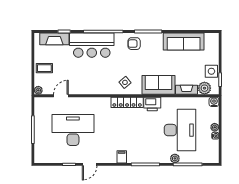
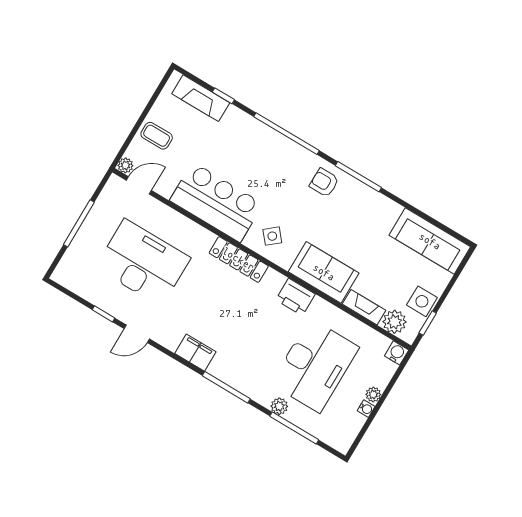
sofa: (184, 41) -> (430, 241), moved
bar counter: (92, 45) -> (216, 202), moved, turned 180
door: (61, 96) -> (139, 185), moved
locker: (127, 102) -> (239, 259), moved
filing cabinet: (122, 157) -> (195, 353), width x2.00

